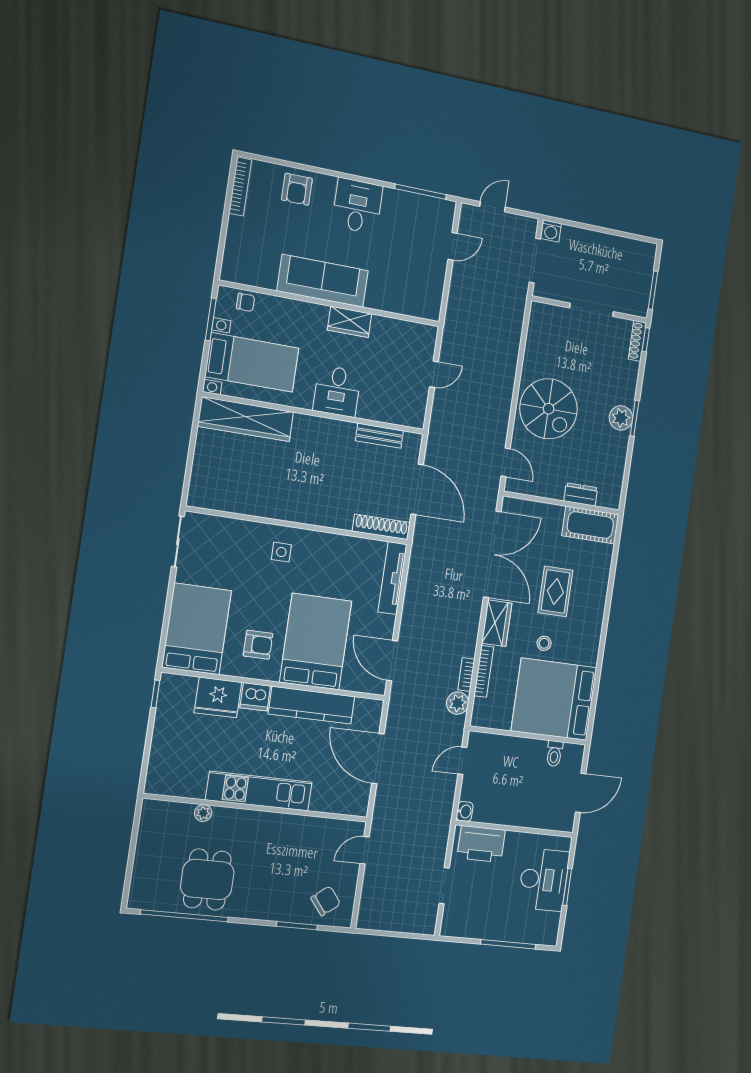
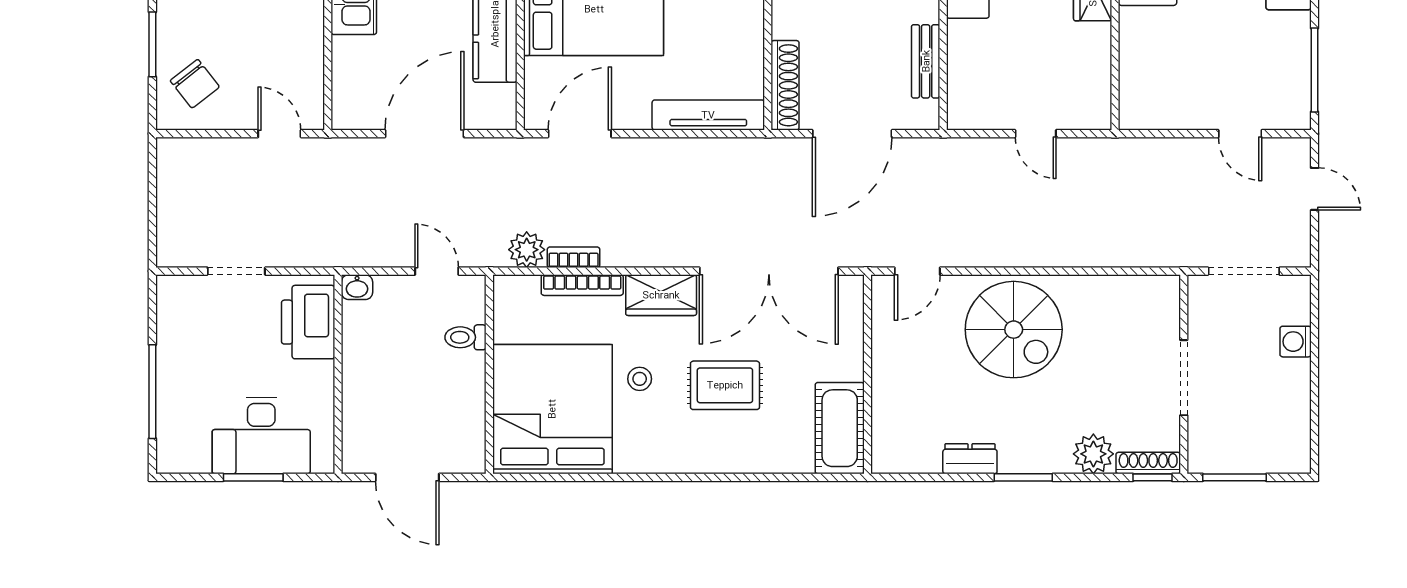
washing machine: (551, 231) -> (1296, 342), moved
spiral stairs: (549, 409) -> (1014, 330), turned -90
plant: (621, 418) -> (1093, 454), moved
dresser: (581, 494) -> (970, 459), moved, turned -90
toilet: (554, 754) -> (465, 337), moved

